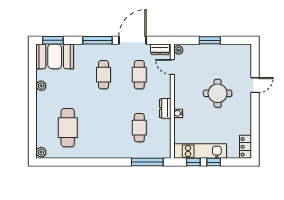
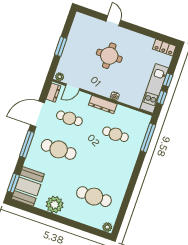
door: (132, 40) -> (37, 114), hinge flipped
cafe table: (103, 75) -> (59, 149), width x1.37, depth x1.35
plant: (41, 86) -> (55, 205), width x1.87, depth x1.87
dresser: (165, 108) -> (103, 104), width x1.44

